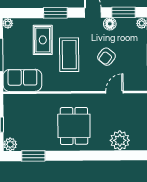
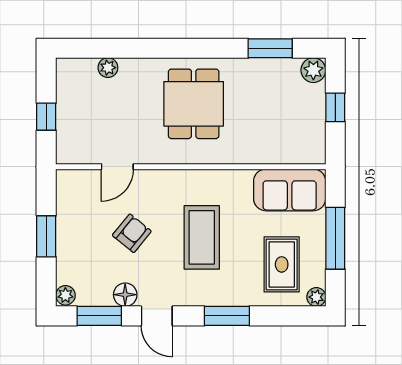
rug: (43, 40) -> (282, 264), moved
plant: (120, 140) -> (108, 68), width x0.53, depth x0.53

